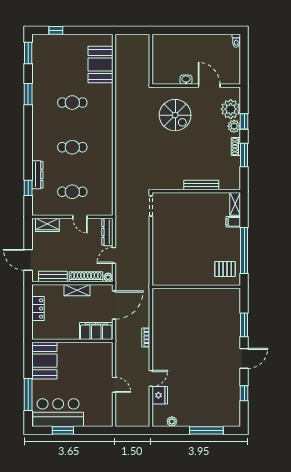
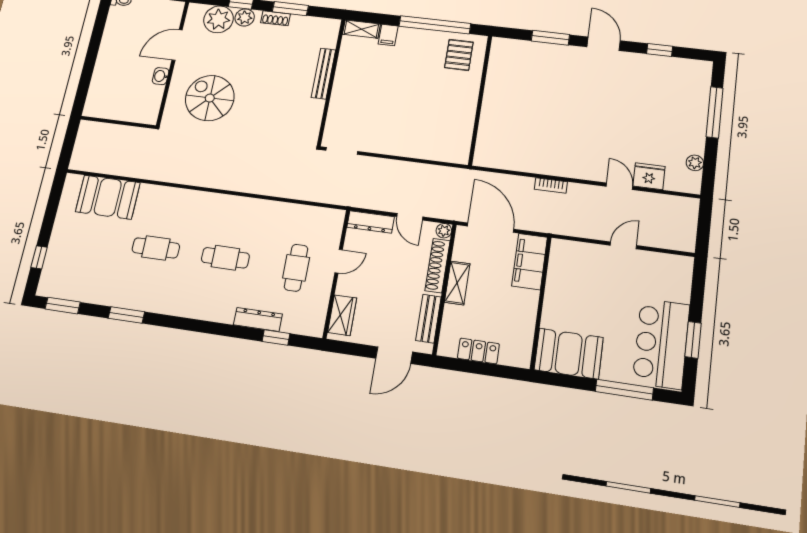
cafe table: (72, 103) -> (156, 248), turned 90
spiral stairs: (175, 115) -> (210, 98), turned -90
cafe table: (72, 147) -> (225, 258), turned 90

